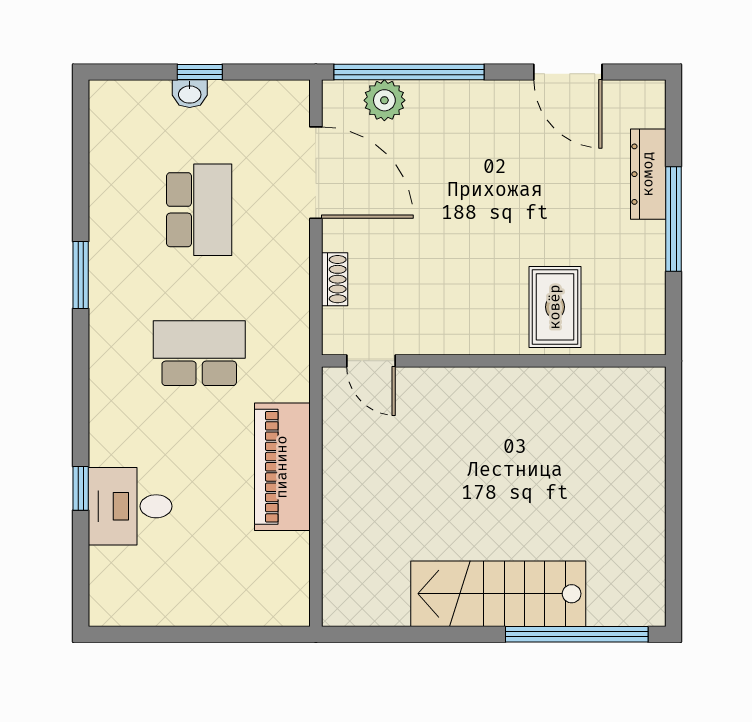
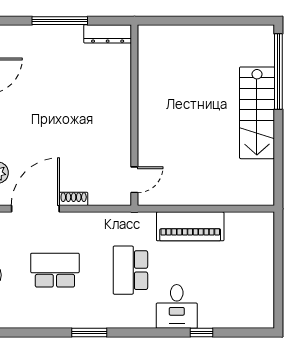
dresser: (648, 174) -> (108, 34), moved
shoe rack: (335, 279) -> (74, 199), moved
rug: (555, 307) -> (106, 83), removed
desk: (130, 506) -> (177, 306), moved

